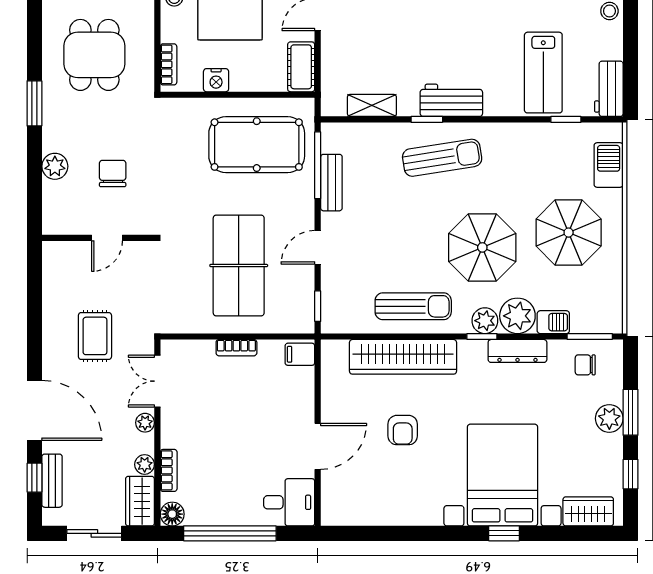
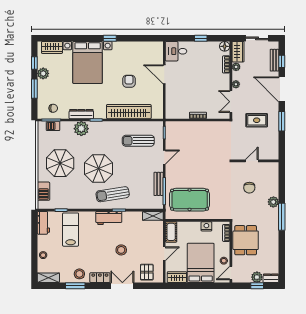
stool: (421, 23) -> (121, 250), added
dining table: (94, 55) -> (246, 240), moved
window: (34, 103) -> (282, 217), width x1.44
shelving: (372, 105) -> (153, 216), moved
plant: (55, 166) -> (273, 202), moved
parasol: (482, 247) -> (98, 168), moved
table tennis table: (239, 266) -> (197, 149), removed
sun lounger: (413, 306) -> (138, 141), moved
plant: (485, 321) -> (95, 127), removed
barbecue: (553, 322) -> (53, 126), moved
window: (34, 333) -> (282, 121), added
rug: (95, 336) -> (257, 120), turned 90
filing cabinet: (300, 354) -> (172, 113), removed
double door: (157, 381) -> (231, 102), swing flipped
plant: (609, 418) -> (43, 73), moved
door: (318, 446) -> (164, 74), hinge flipped
window: (230, 533) -> (201, 38), width x0.32
window: (504, 533) -> (110, 38), moved

